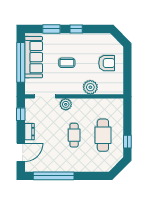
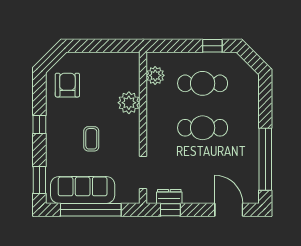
window: (51, 29) -> (39, 180), moved
armchair: (107, 63) -> (67, 85), moved
plant: (66, 104) -> (155, 75), moved
dresser: (29, 132) -> (169, 196), moved
cafe table: (74, 135) -> (203, 128), width x1.37, depth x1.35

